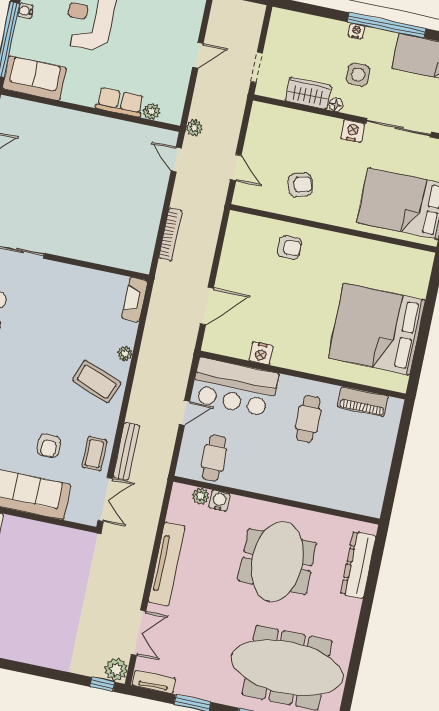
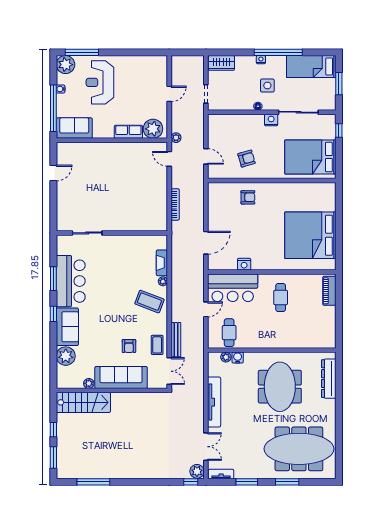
wardrobe: (308, 93) -> (221, 63), moved, turned 180
plant: (151, 111) -> (153, 129), width x1.87, depth x1.87
fireplace: (135, 299) -> (162, 263), moved
piano: (363, 402) -> (329, 291), moved, turned 90

